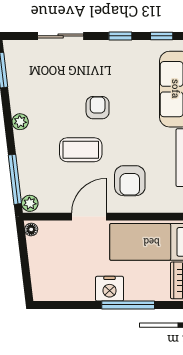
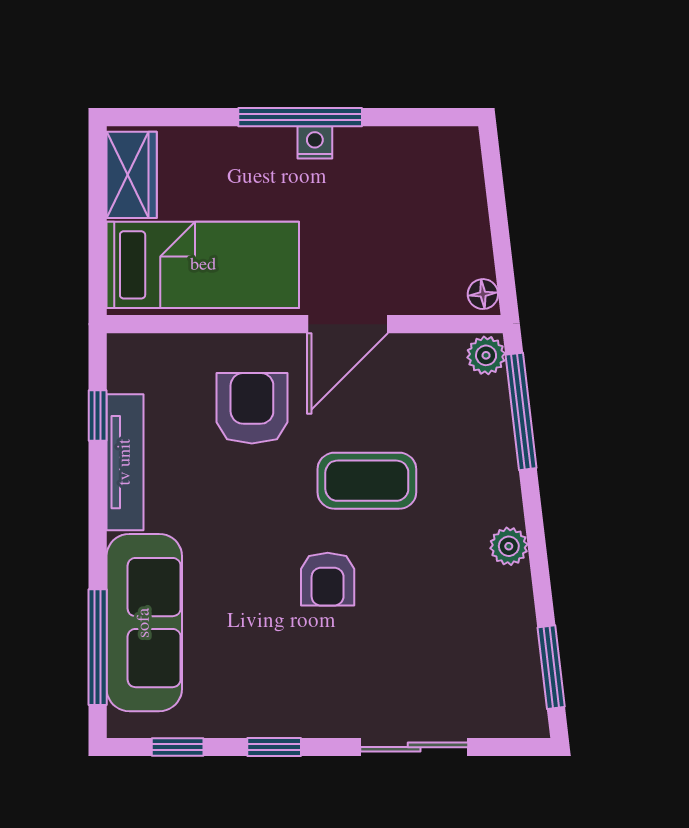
nightstand: (110, 289) -> (315, 142), width x0.53, depth x0.56
window: (128, 305) -> (300, 117), moved

